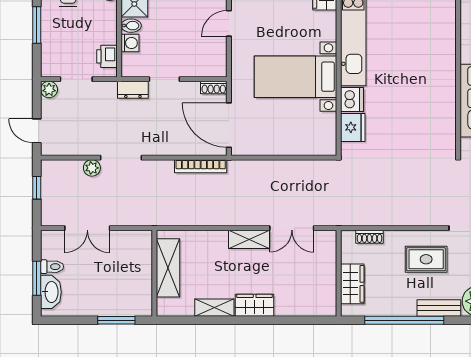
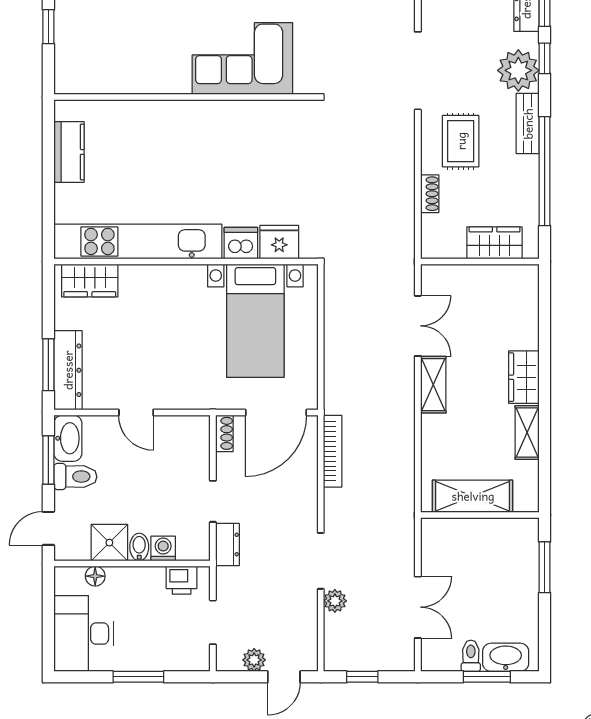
bed with nightstands: (296, 77) -> (255, 321), moved
plant: (49, 89) -> (254, 660), moved
shoe rack: (369, 237) -> (430, 194), moved

